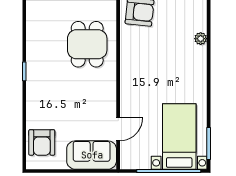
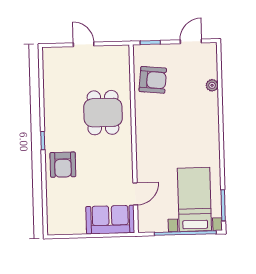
plant: (201, 39) -> (212, 85), moved
armchair: (42, 142) -> (63, 165), moved

